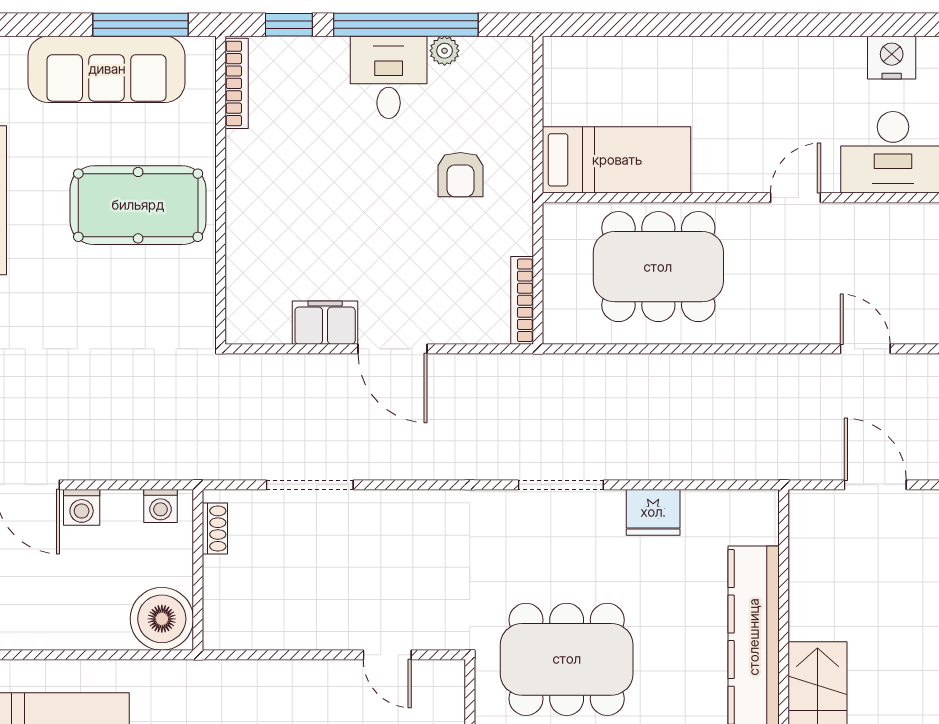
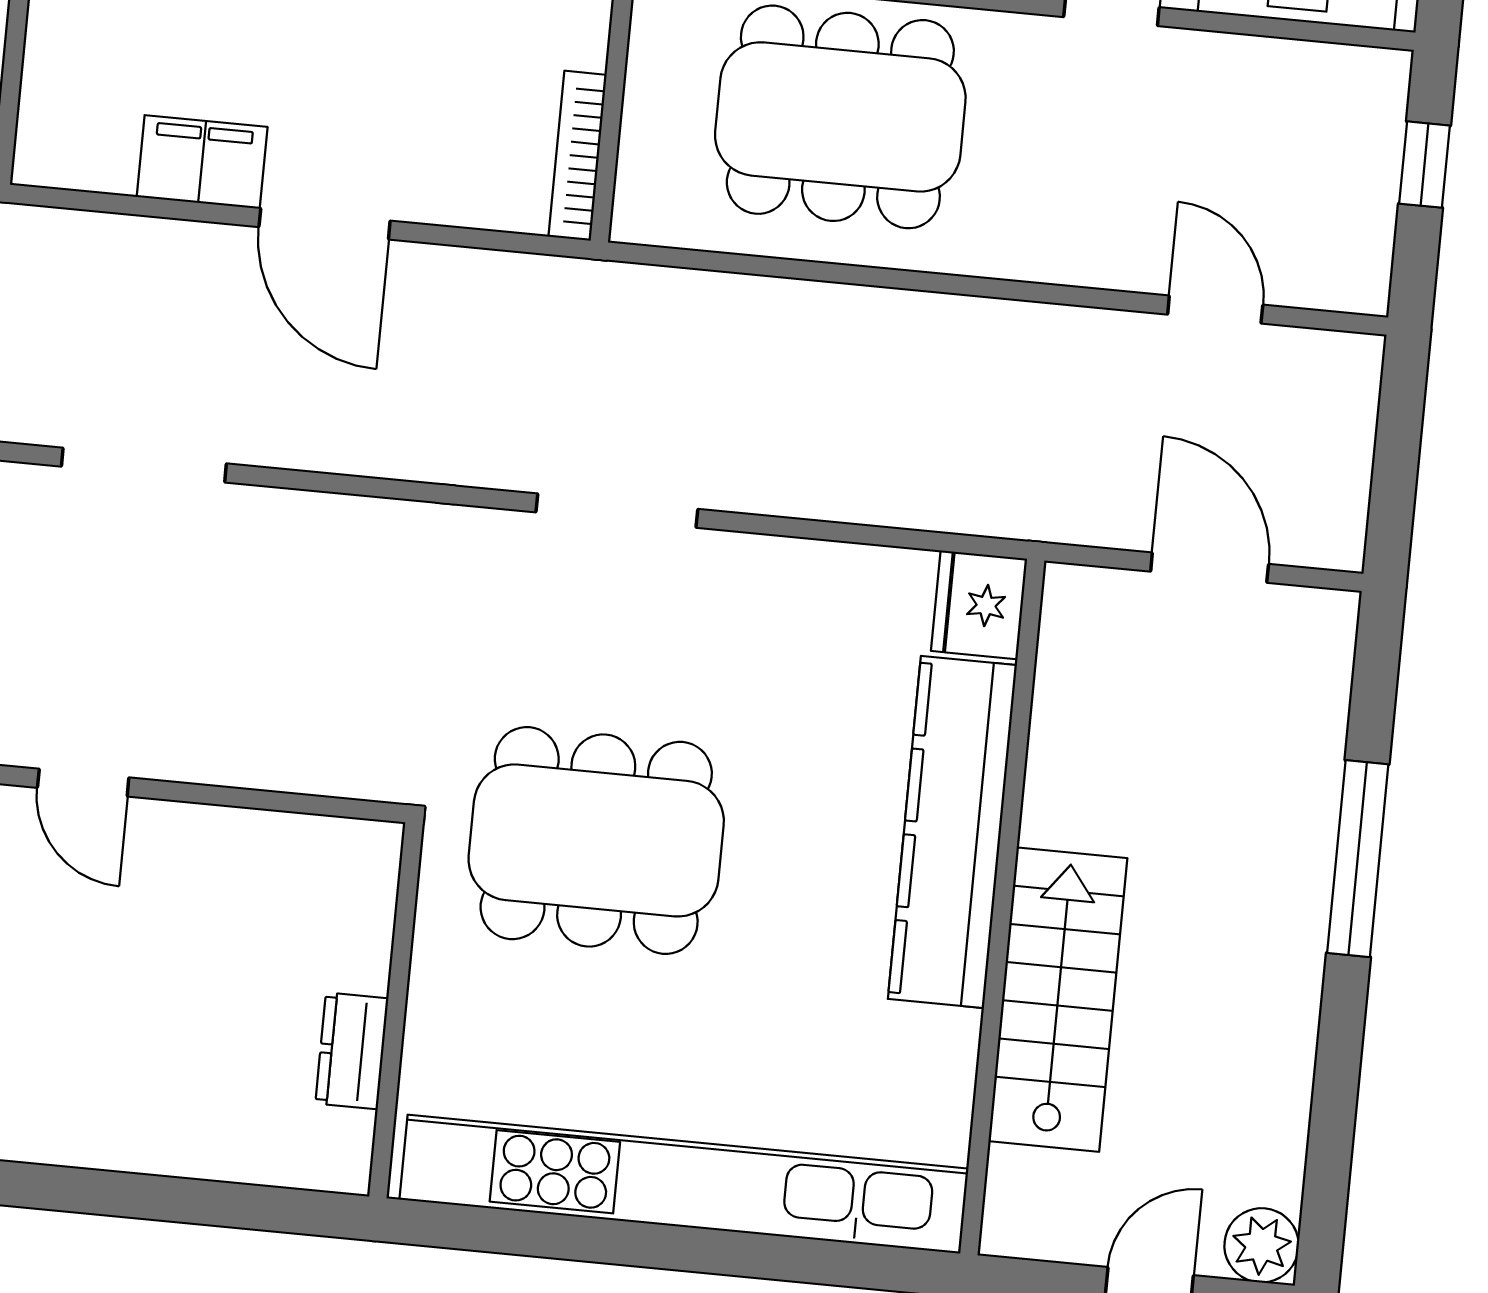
fridge: (653, 512) -> (979, 605), moved, turned 90
door: (387, 655) -> (83, 783), moved

